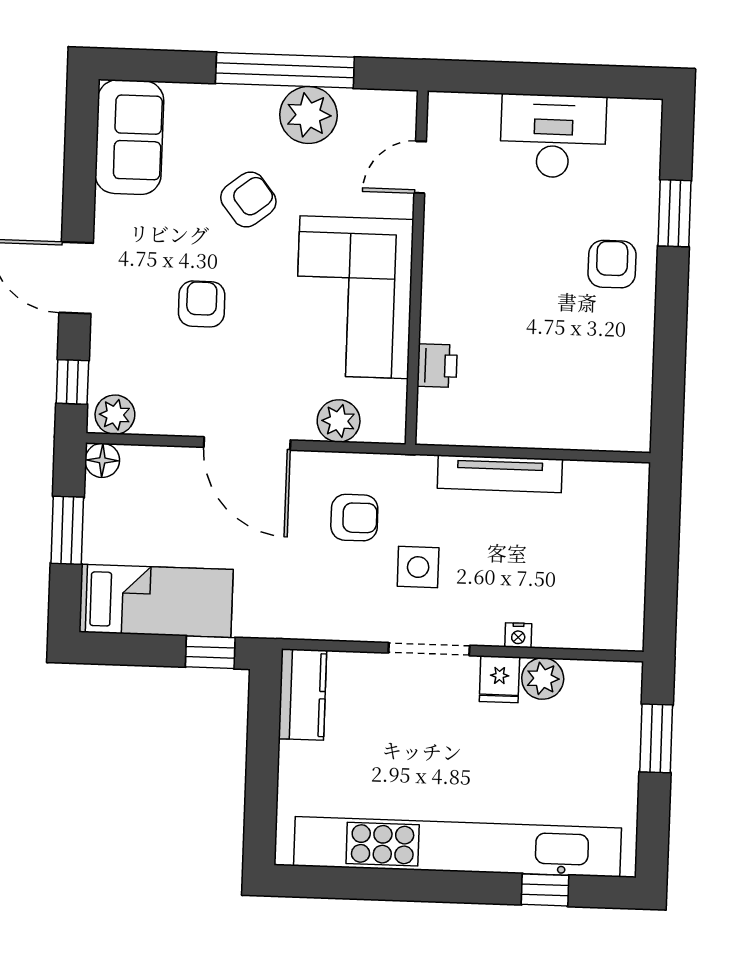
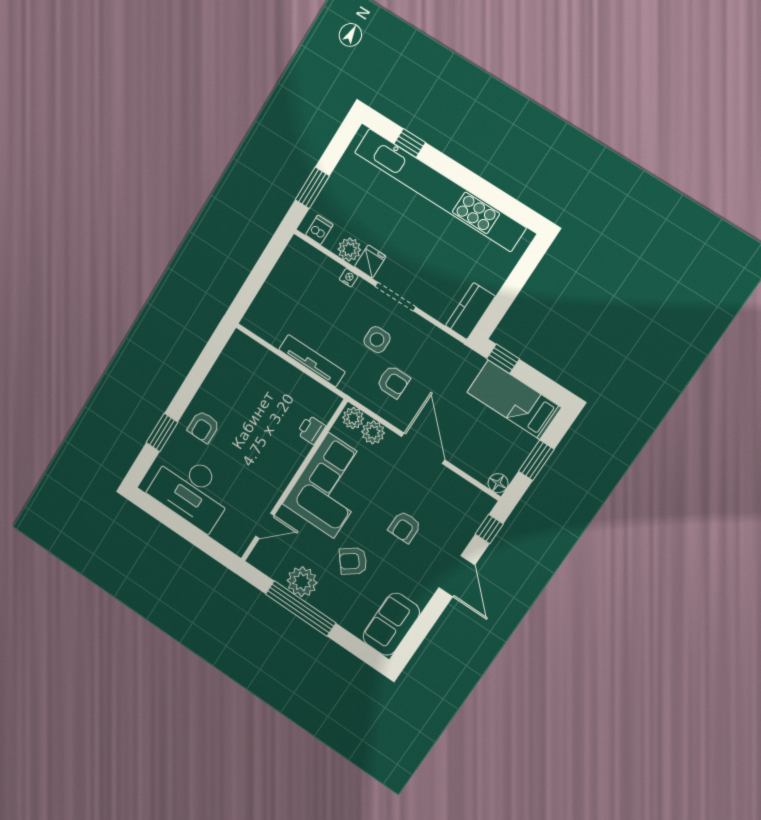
desk: (553, 136) -> (191, 491), width x1.36, depth x1.30
plant: (115, 415) -> (353, 418), moved
armchair: (354, 518) -> (393, 382), turned 180
dishwasher: (608, 681) -> (319, 230), added

